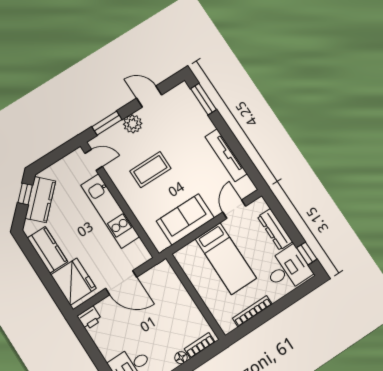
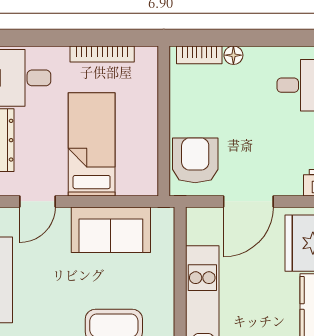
door: (121, 283) -> (248, 201), swing flipped
armchair: (164, 286) -> (195, 160), added

